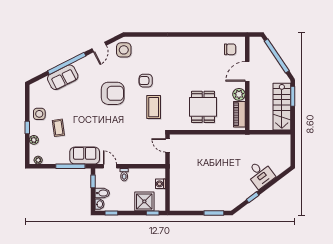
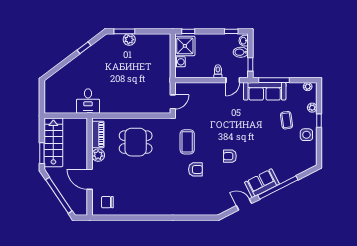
door: (99, 47) -> (244, 205), hinge flipped
side table: (124, 50) -> (218, 201), removed
door: (247, 71) -> (90, 179), swing flipped
sofa: (63, 77) -> (262, 183), moved
armchair: (113, 93) -> (230, 156), width x0.53, depth x0.53
dining table: (203, 107) -> (136, 142), turned 90
door: (167, 145) -> (173, 102), hinge flipped
sofa: (85, 156) -> (265, 91), width x1.36
door: (110, 166) -> (233, 80), hinge flipped
desk: (260, 174) -> (88, 101), moved, turned -143
shower: (144, 201) -> (185, 46), moved
plant: (209, 205) -> (129, 40), added

